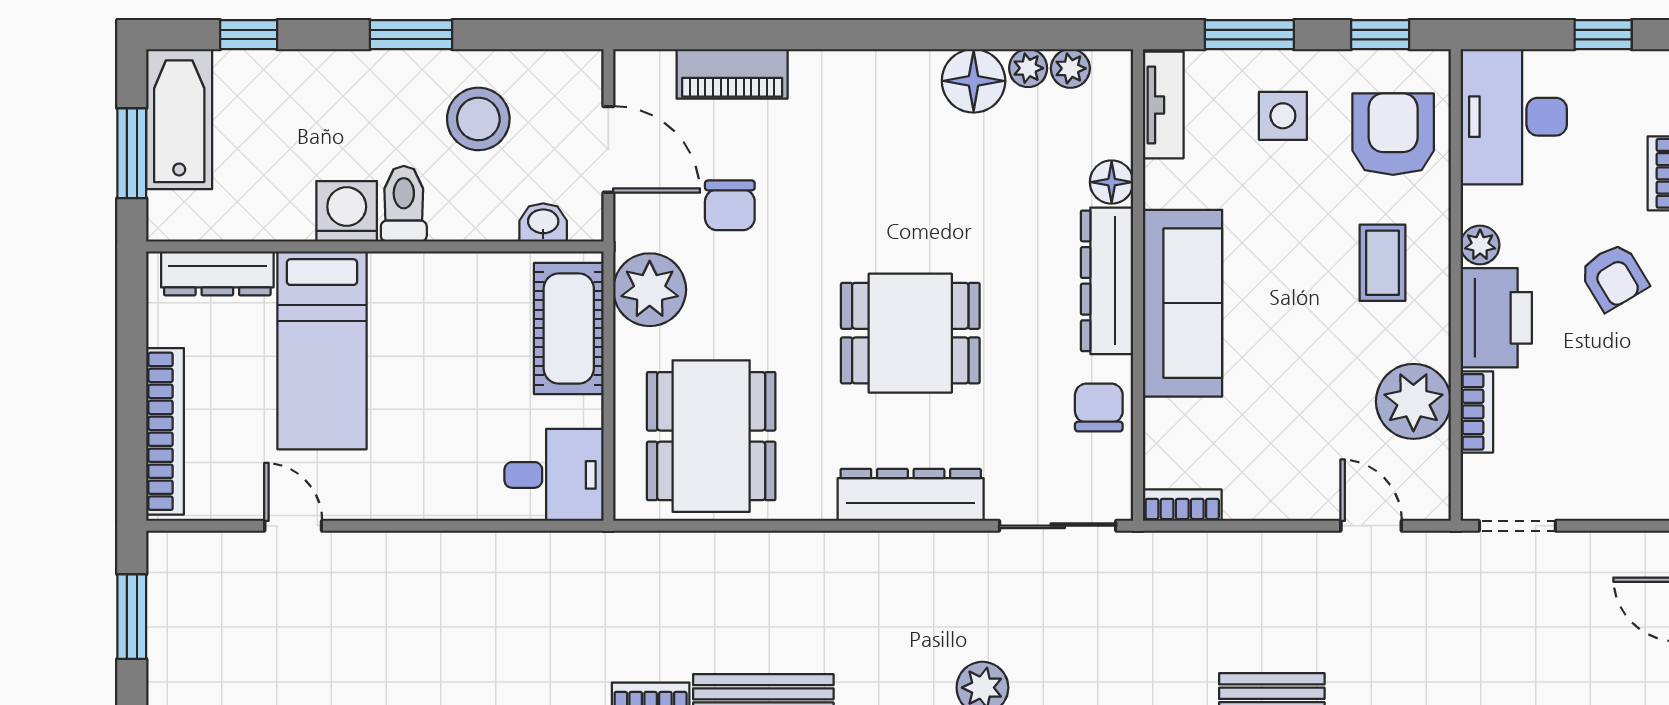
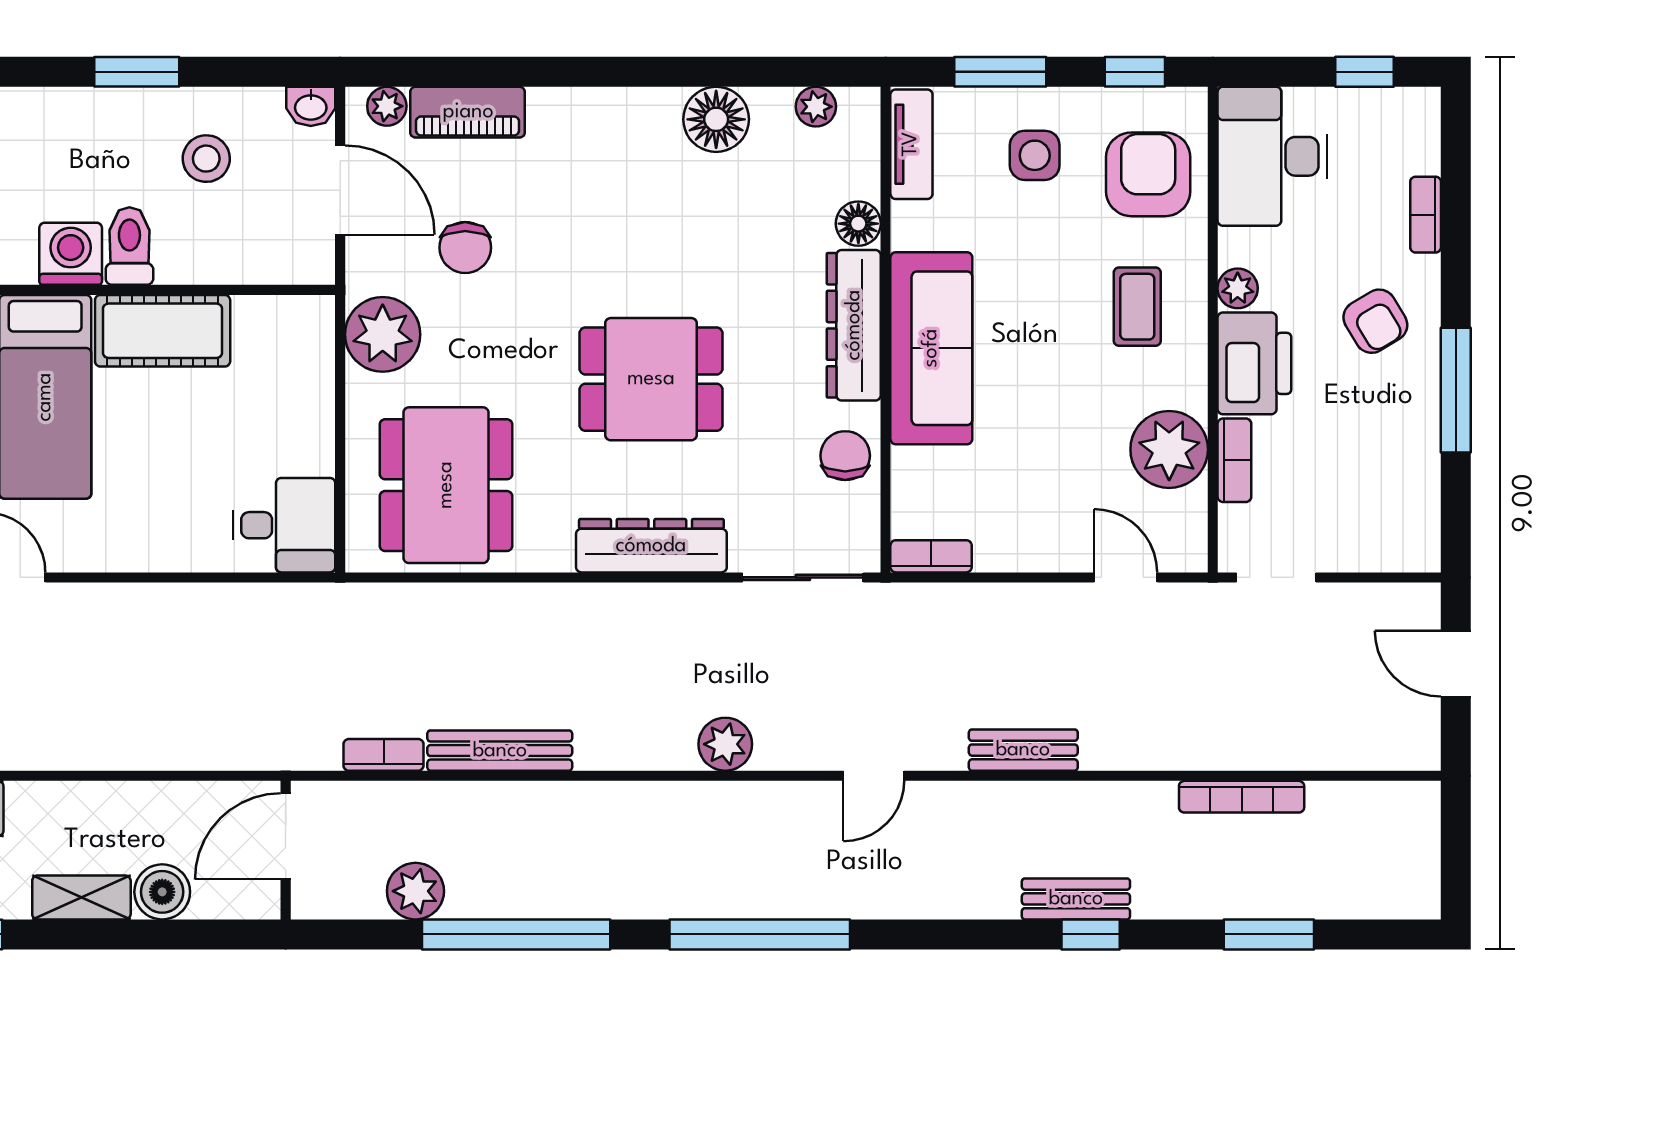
plant: (1028, 68) -> (387, 106), moved
stool: (478, 119) -> (206, 159), width x0.73, depth x0.73
washbasin: (543, 222) -> (311, 106), moved, turned 180
cot: (569, 328) -> (163, 331), moved, turned 90

